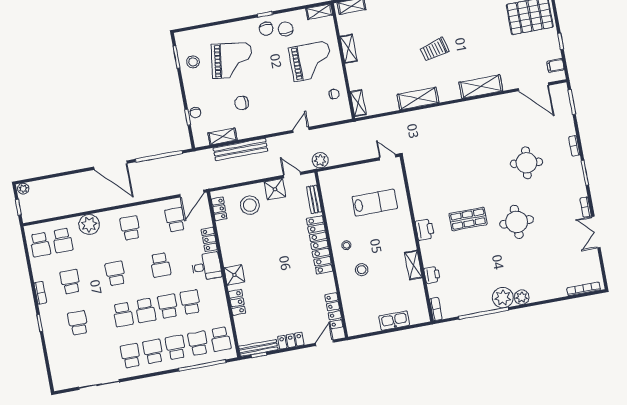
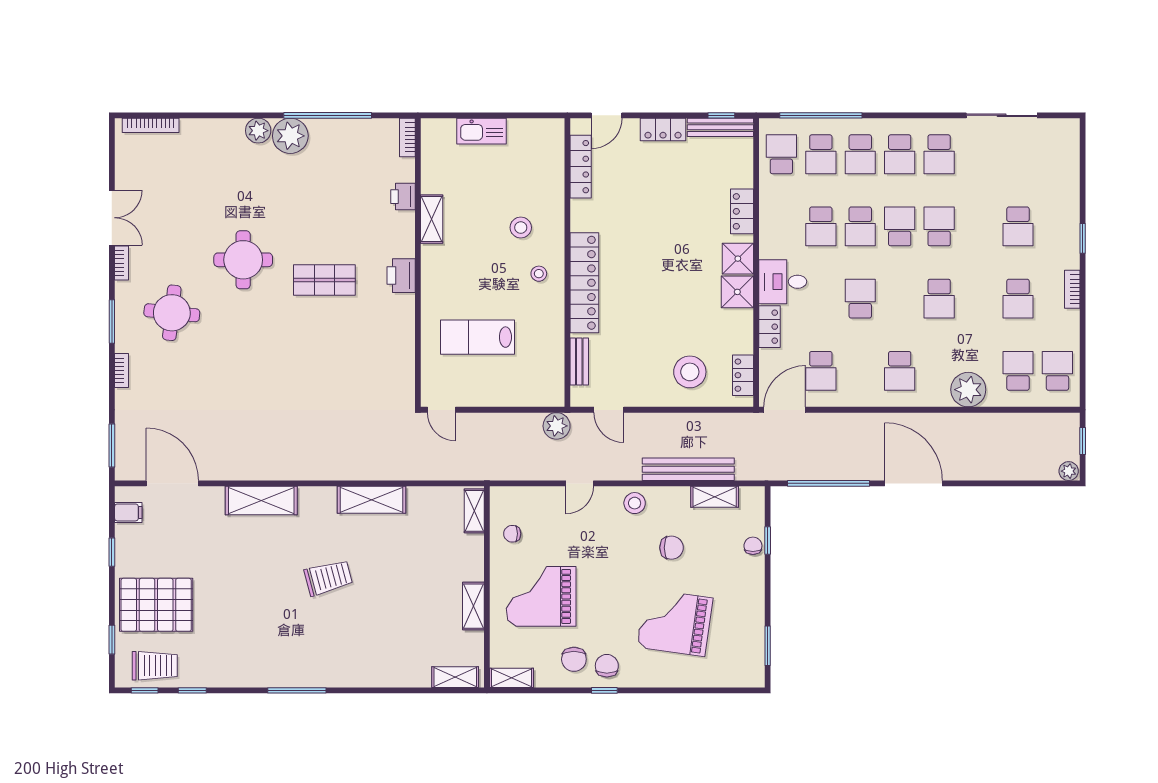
stool: (193, 62) -> (635, 503), moved
round table: (526, 163) -> (172, 313), moved
shower: (275, 189) -> (737, 292), moved

